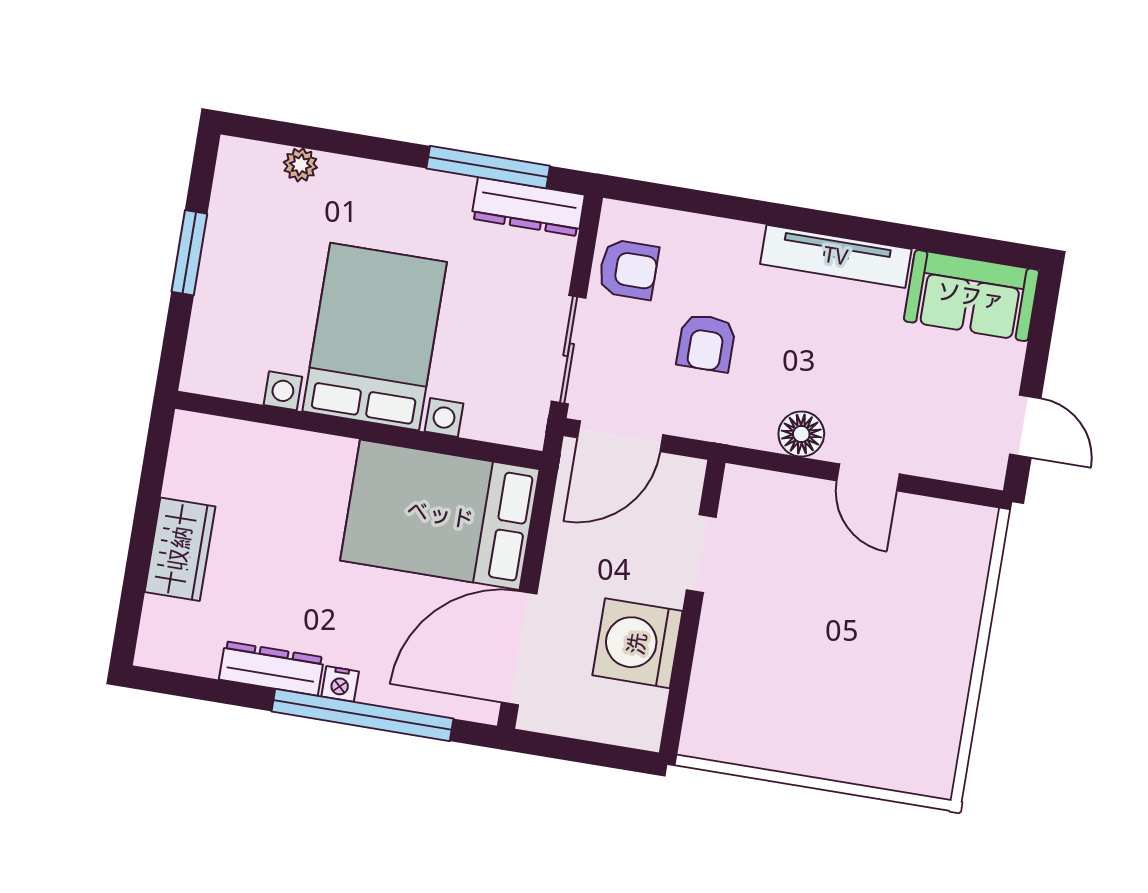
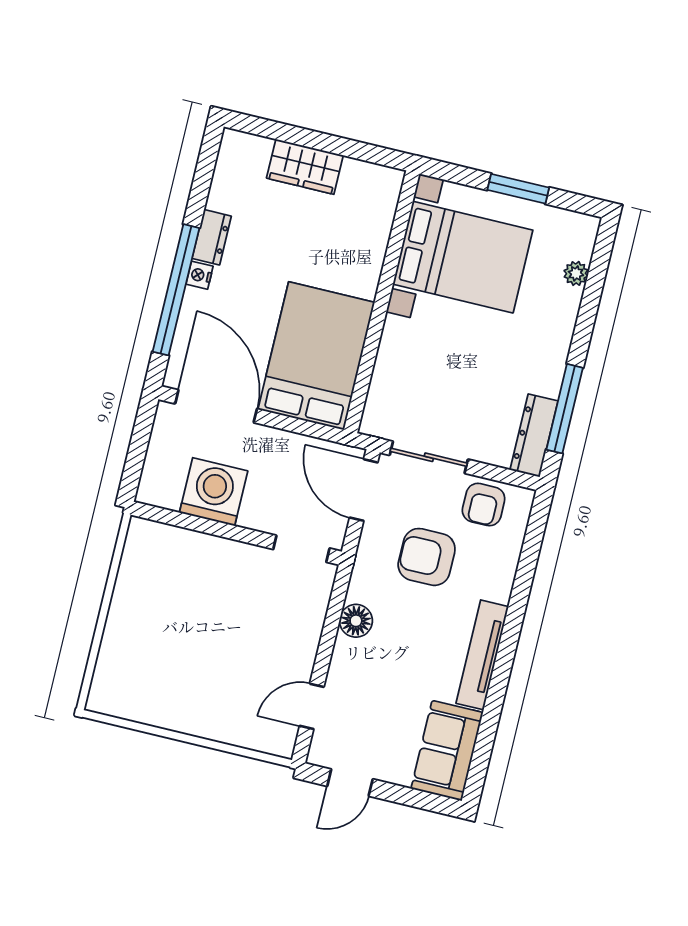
bed with nightstands: (375, 337) -> (463, 257), moved
armchair: (706, 343) -> (427, 557), width x1.38, depth x1.38
door: (868, 477) -> (312, 706), moved
doorway: (701, 554) -> (301, 549), moved
dresser: (271, 668) -> (212, 237), width x0.70

